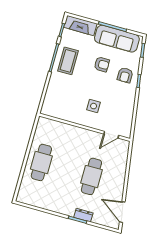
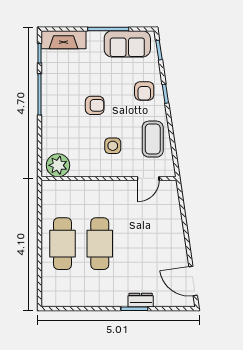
sofa: (117, 39) -> (127, 44), width x0.73
coffee table: (68, 61) -> (153, 139), moved
armchair: (102, 64) -> (95, 105), moved
plant: (53, 109) -> (58, 165), added
cafe table: (91, 176) -> (100, 244), moved

